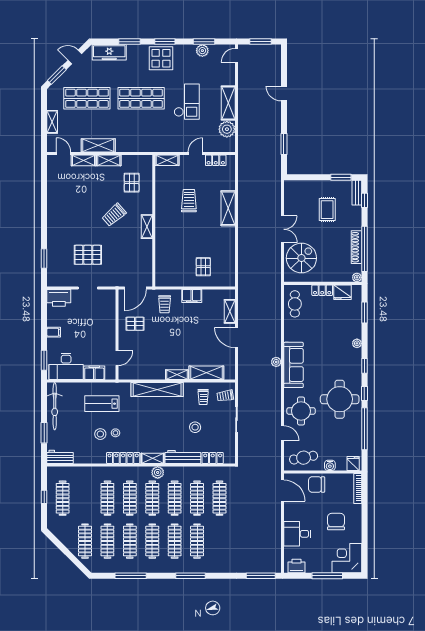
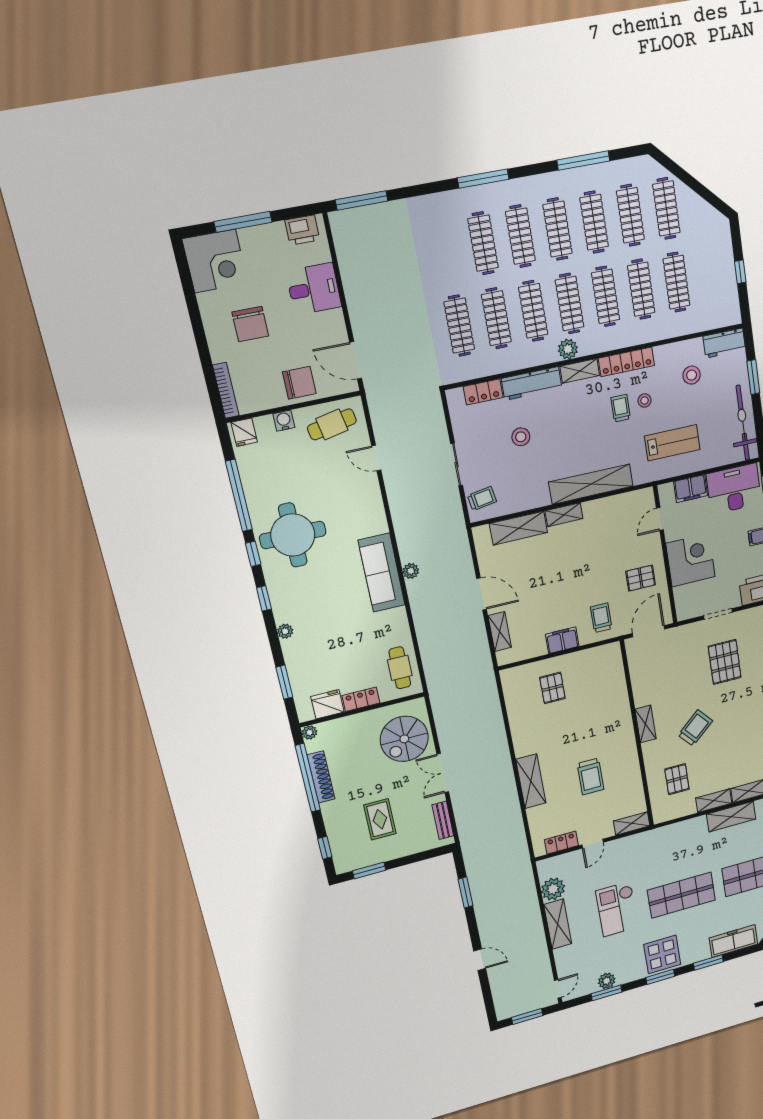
bench: (357, 193) -> (443, 820), moved
pallet: (88, 255) -> (725, 662), turned 90
corner desk: (101, 327) -> (691, 560), added
trolley: (203, 397) -> (621, 408), moved
round table: (301, 411) -> (353, 501), removed
stool: (100, 434) -> (692, 375), moved
clothes rail: (63, 498) -> (676, 282), moved

